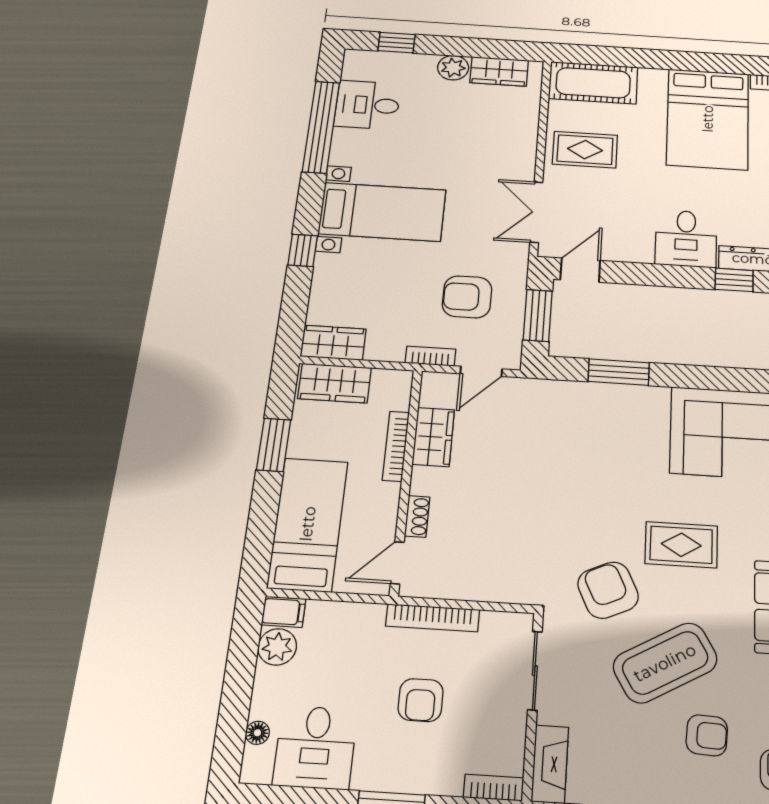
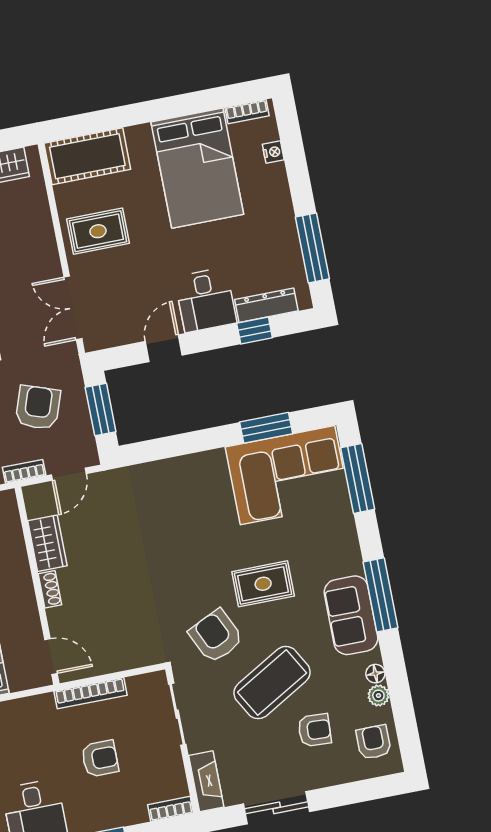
door: (580, 270) -> (164, 348), moved
armchair: (467, 297) -> (38, 408), turned 109
window: (619, 372) -> (266, 428), moved
bookcase: (396, 446) -> (20, 559), removed
shoe rack: (417, 516) -> (50, 589), moved
door: (397, 563) -> (51, 656), swing flipped
armchair: (421, 700) -> (100, 759), turned -90

